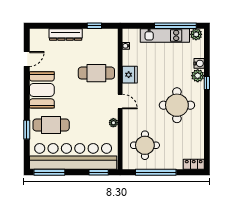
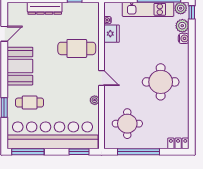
fridge: (130, 75) -> (111, 34), moved
plant: (198, 76) -> (182, 26), moved
window: (207, 83) -> (192, 12), moved
cafe table: (51, 125) -> (30, 103), width x0.73, depth x0.74

